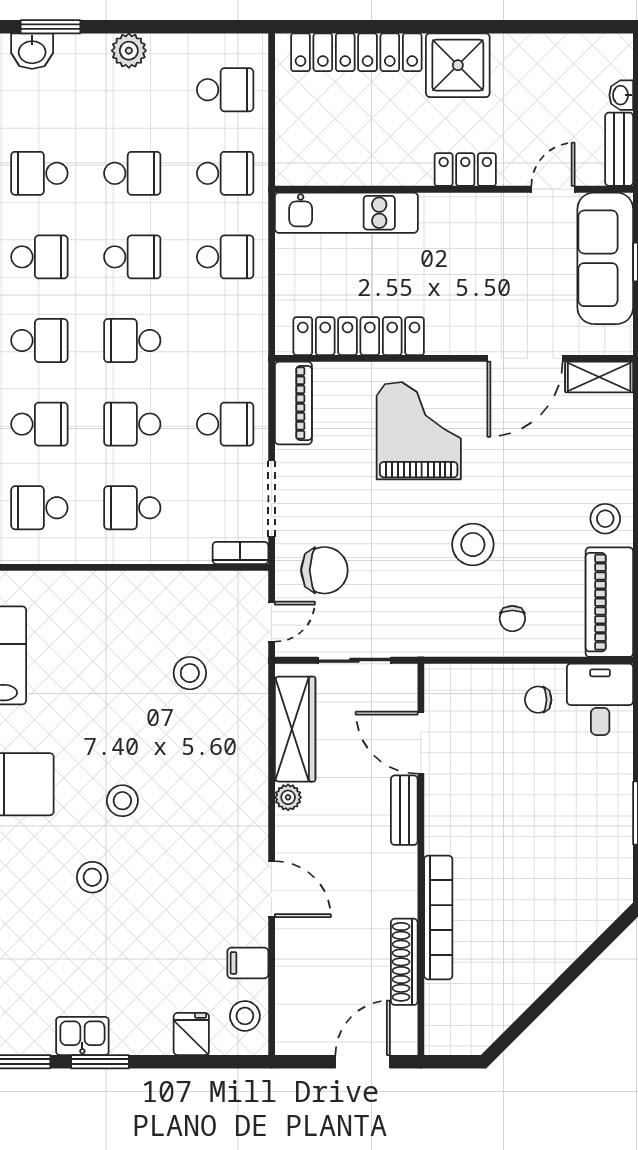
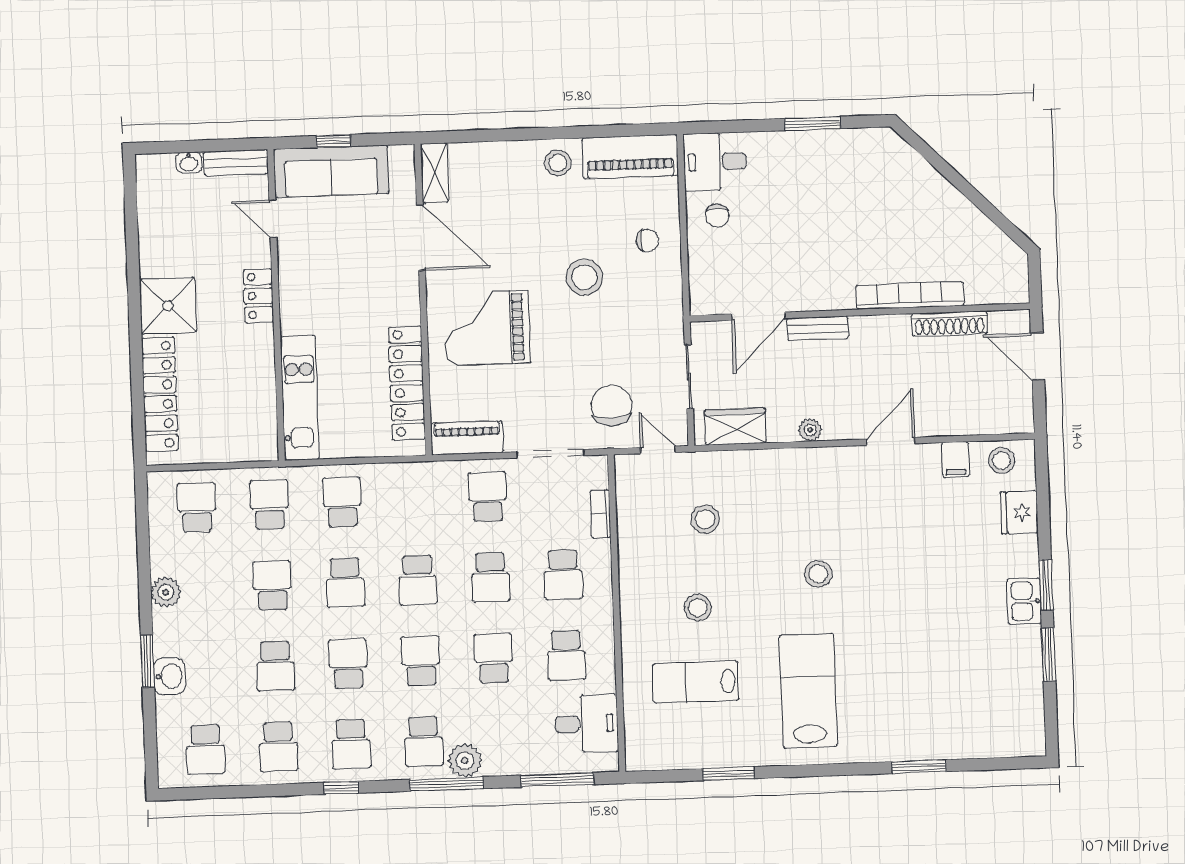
school desk: (132, 257) -> (345, 583), turned 180
bookcase: (240, 553) -> (600, 514), moved
wardrobe: (295, 729) -> (735, 426), width x0.67
stool: (92, 877) -> (698, 608), moved
fridge: (191, 1034) -> (1019, 512), width x1.38

